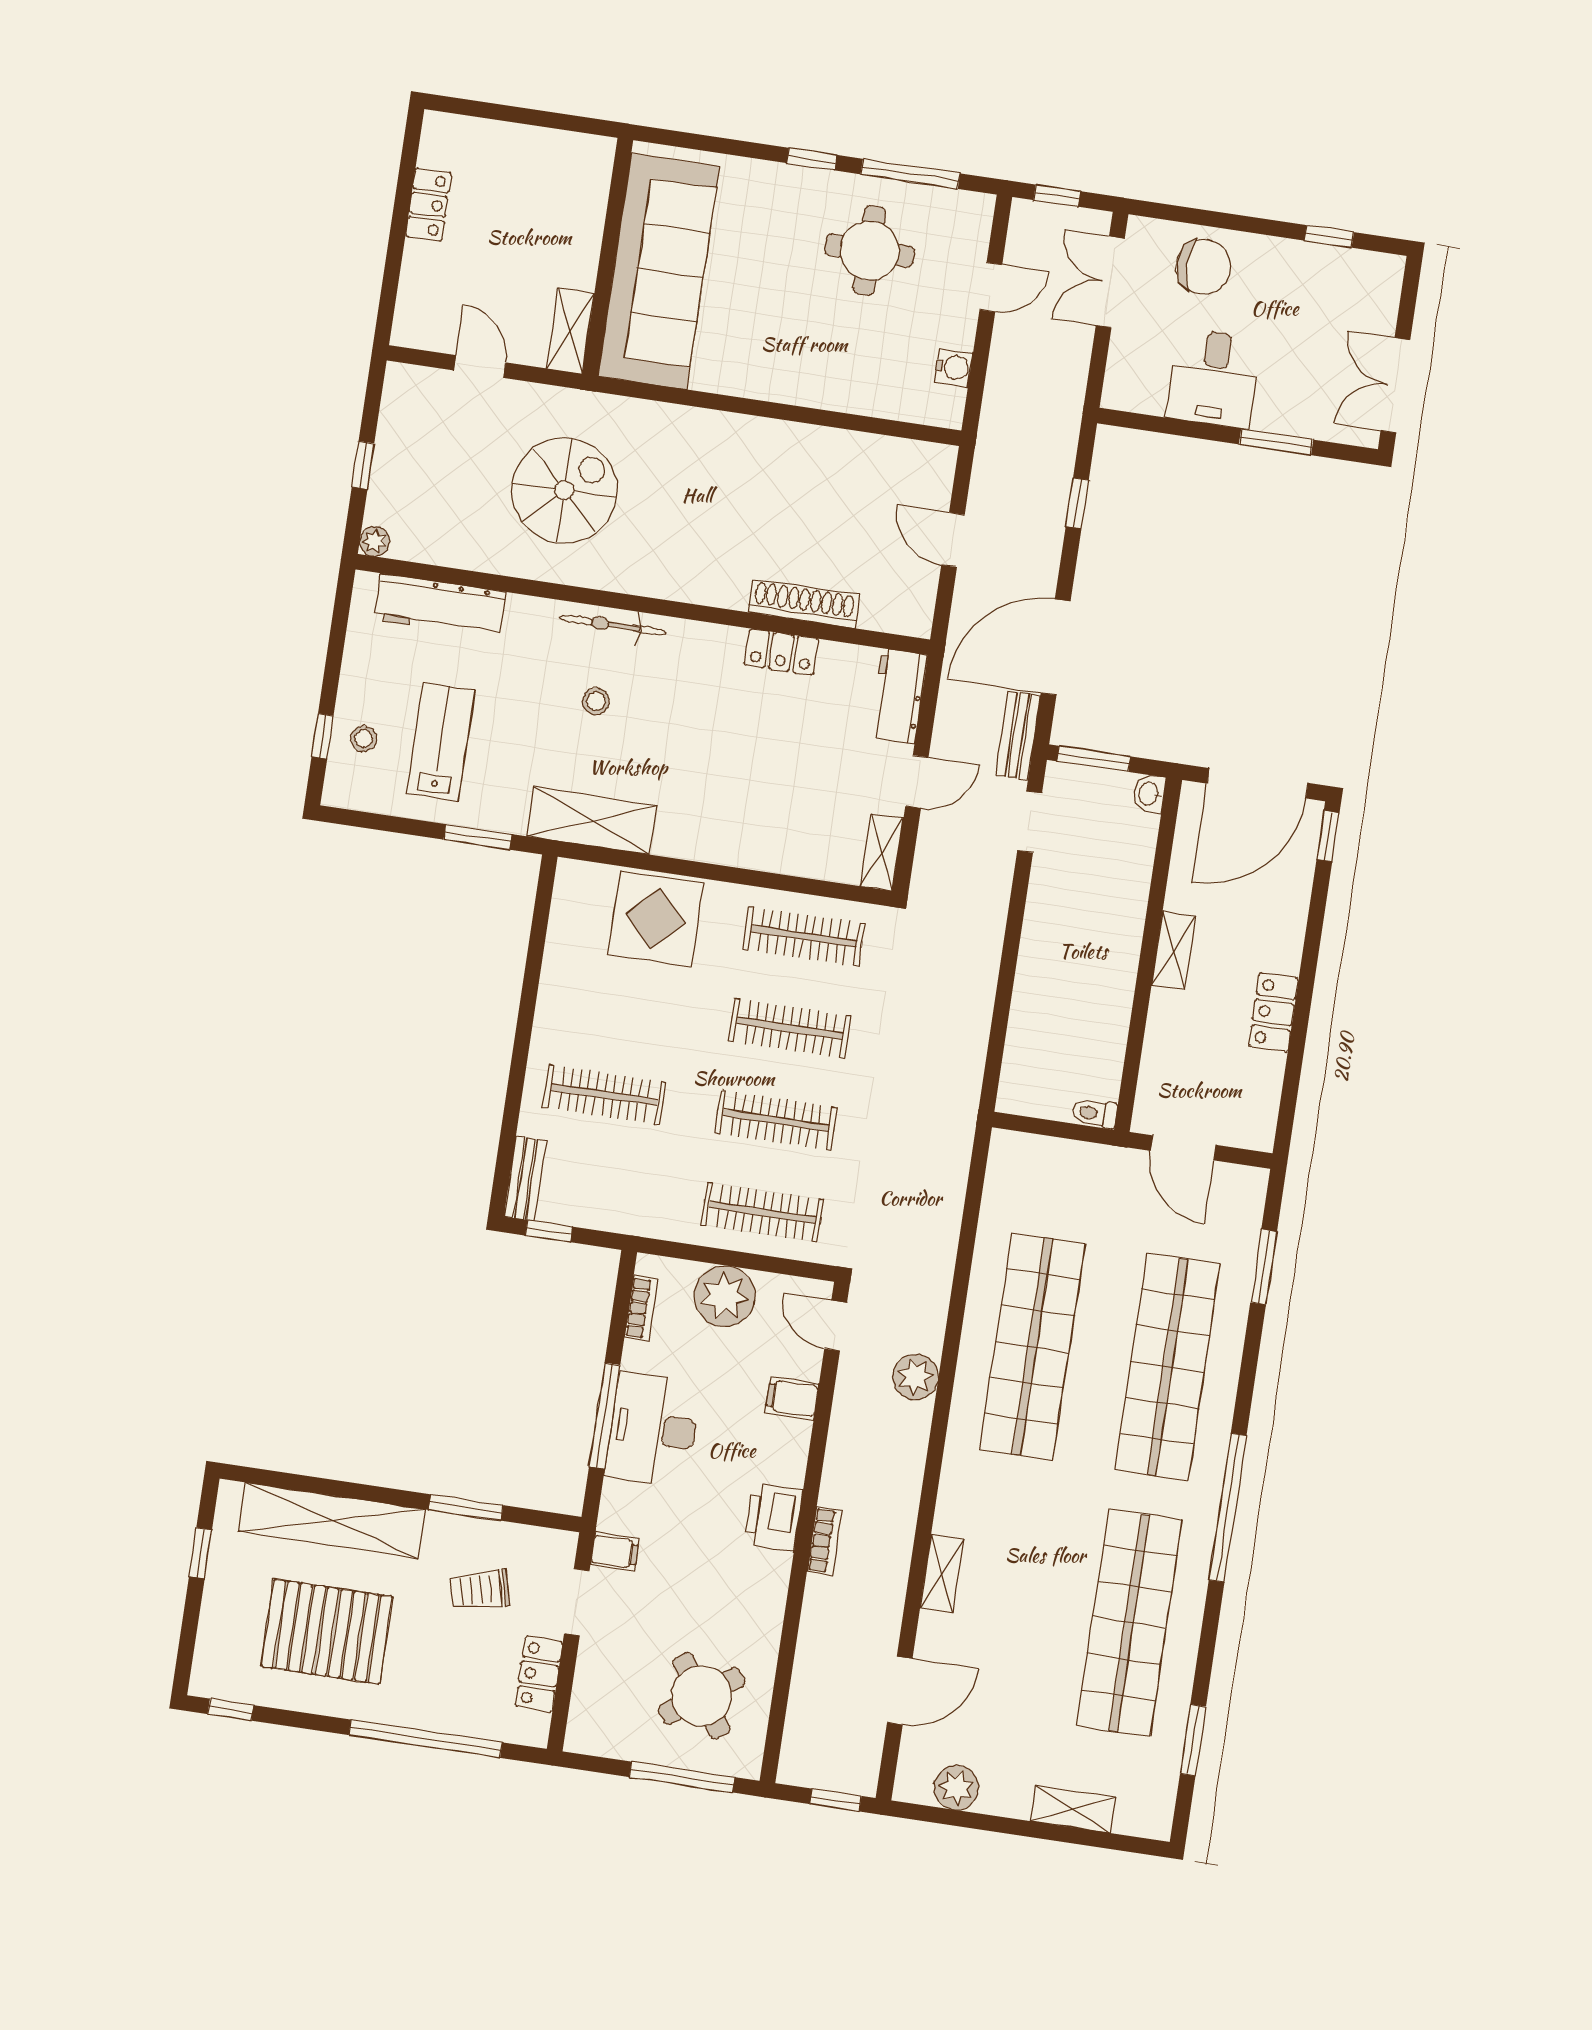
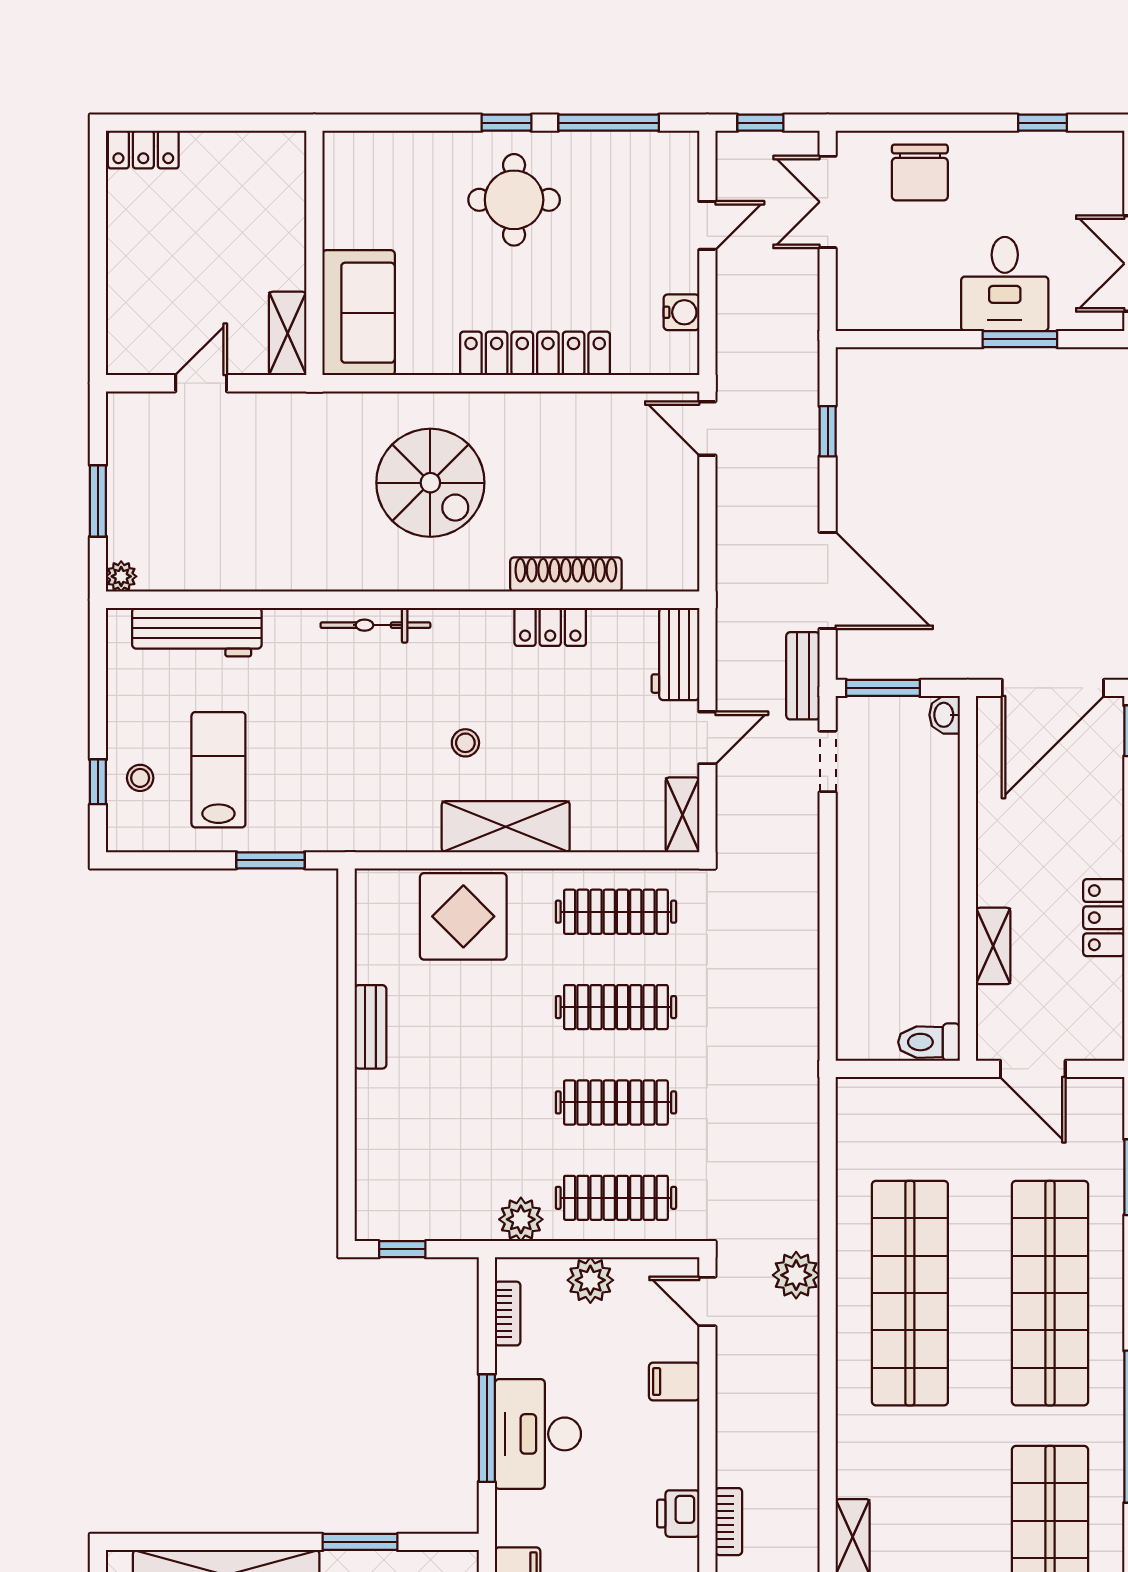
locker: (429, 205) -> (143, 150), moved, turned 90
round table: (870, 251) -> (514, 200), moved
chair: (1204, 267) -> (920, 172), turned 90
sofa: (659, 271) -> (359, 313), width x0.54, depth x0.79
door: (480, 366) -> (201, 383), hinge flipped
desk: (1214, 378) -> (1005, 284), moved
locker: (806, 386) -> (535, 353), added
window: (363, 465) -> (98, 501), width x1.50
spiral stairs: (564, 490) -> (430, 483), moved, turned 90
door: (953, 540) -> (707, 428), moved
door: (1056, 647) -> (828, 580), swing flipped
stool: (596, 701) -> (465, 743), moved
shelving: (592, 821) -> (506, 827), moved
shelving: (1174, 951) -> (993, 946), moved
clothes rail: (604, 1095) -> (438, 1102), removed
toilet: (1095, 1113) -> (929, 1042), width x1.37, depth x1.39
bench: (525, 1179) -> (370, 1027), moved
plant: (668, 1219) -> (521, 1219), added
plant: (725, 1296) -> (590, 1280), width x0.73, depth x0.73
plant: (916, 1377) -> (796, 1275), moved
printer: (773, 1517) -> (678, 1514), width x0.73, depth x0.81

